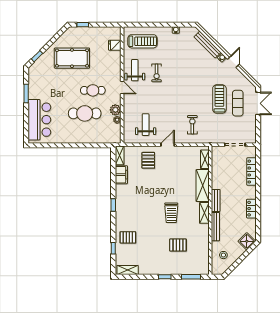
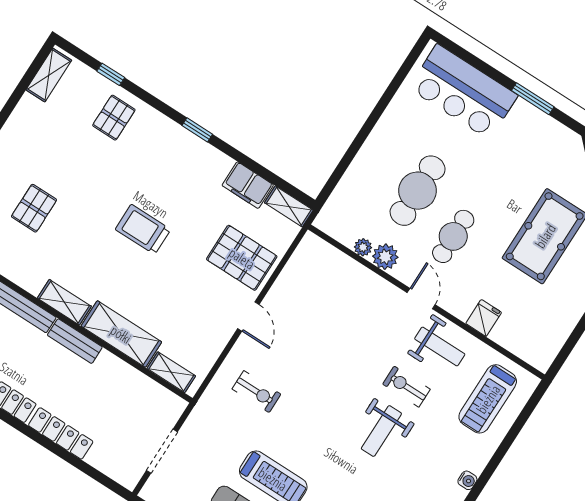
fridge: (115, 45) -> (484, 318), moved
door: (122, 88) -> (421, 299), swing flipped
weight bench: (146, 125) -> (381, 431), moved, turned 90
pallet: (148, 160) -> (242, 258), width x1.50, depth x1.42
locker: (252, 172) -> (61, 433), moved
trolley: (171, 213) -> (143, 229), moved

